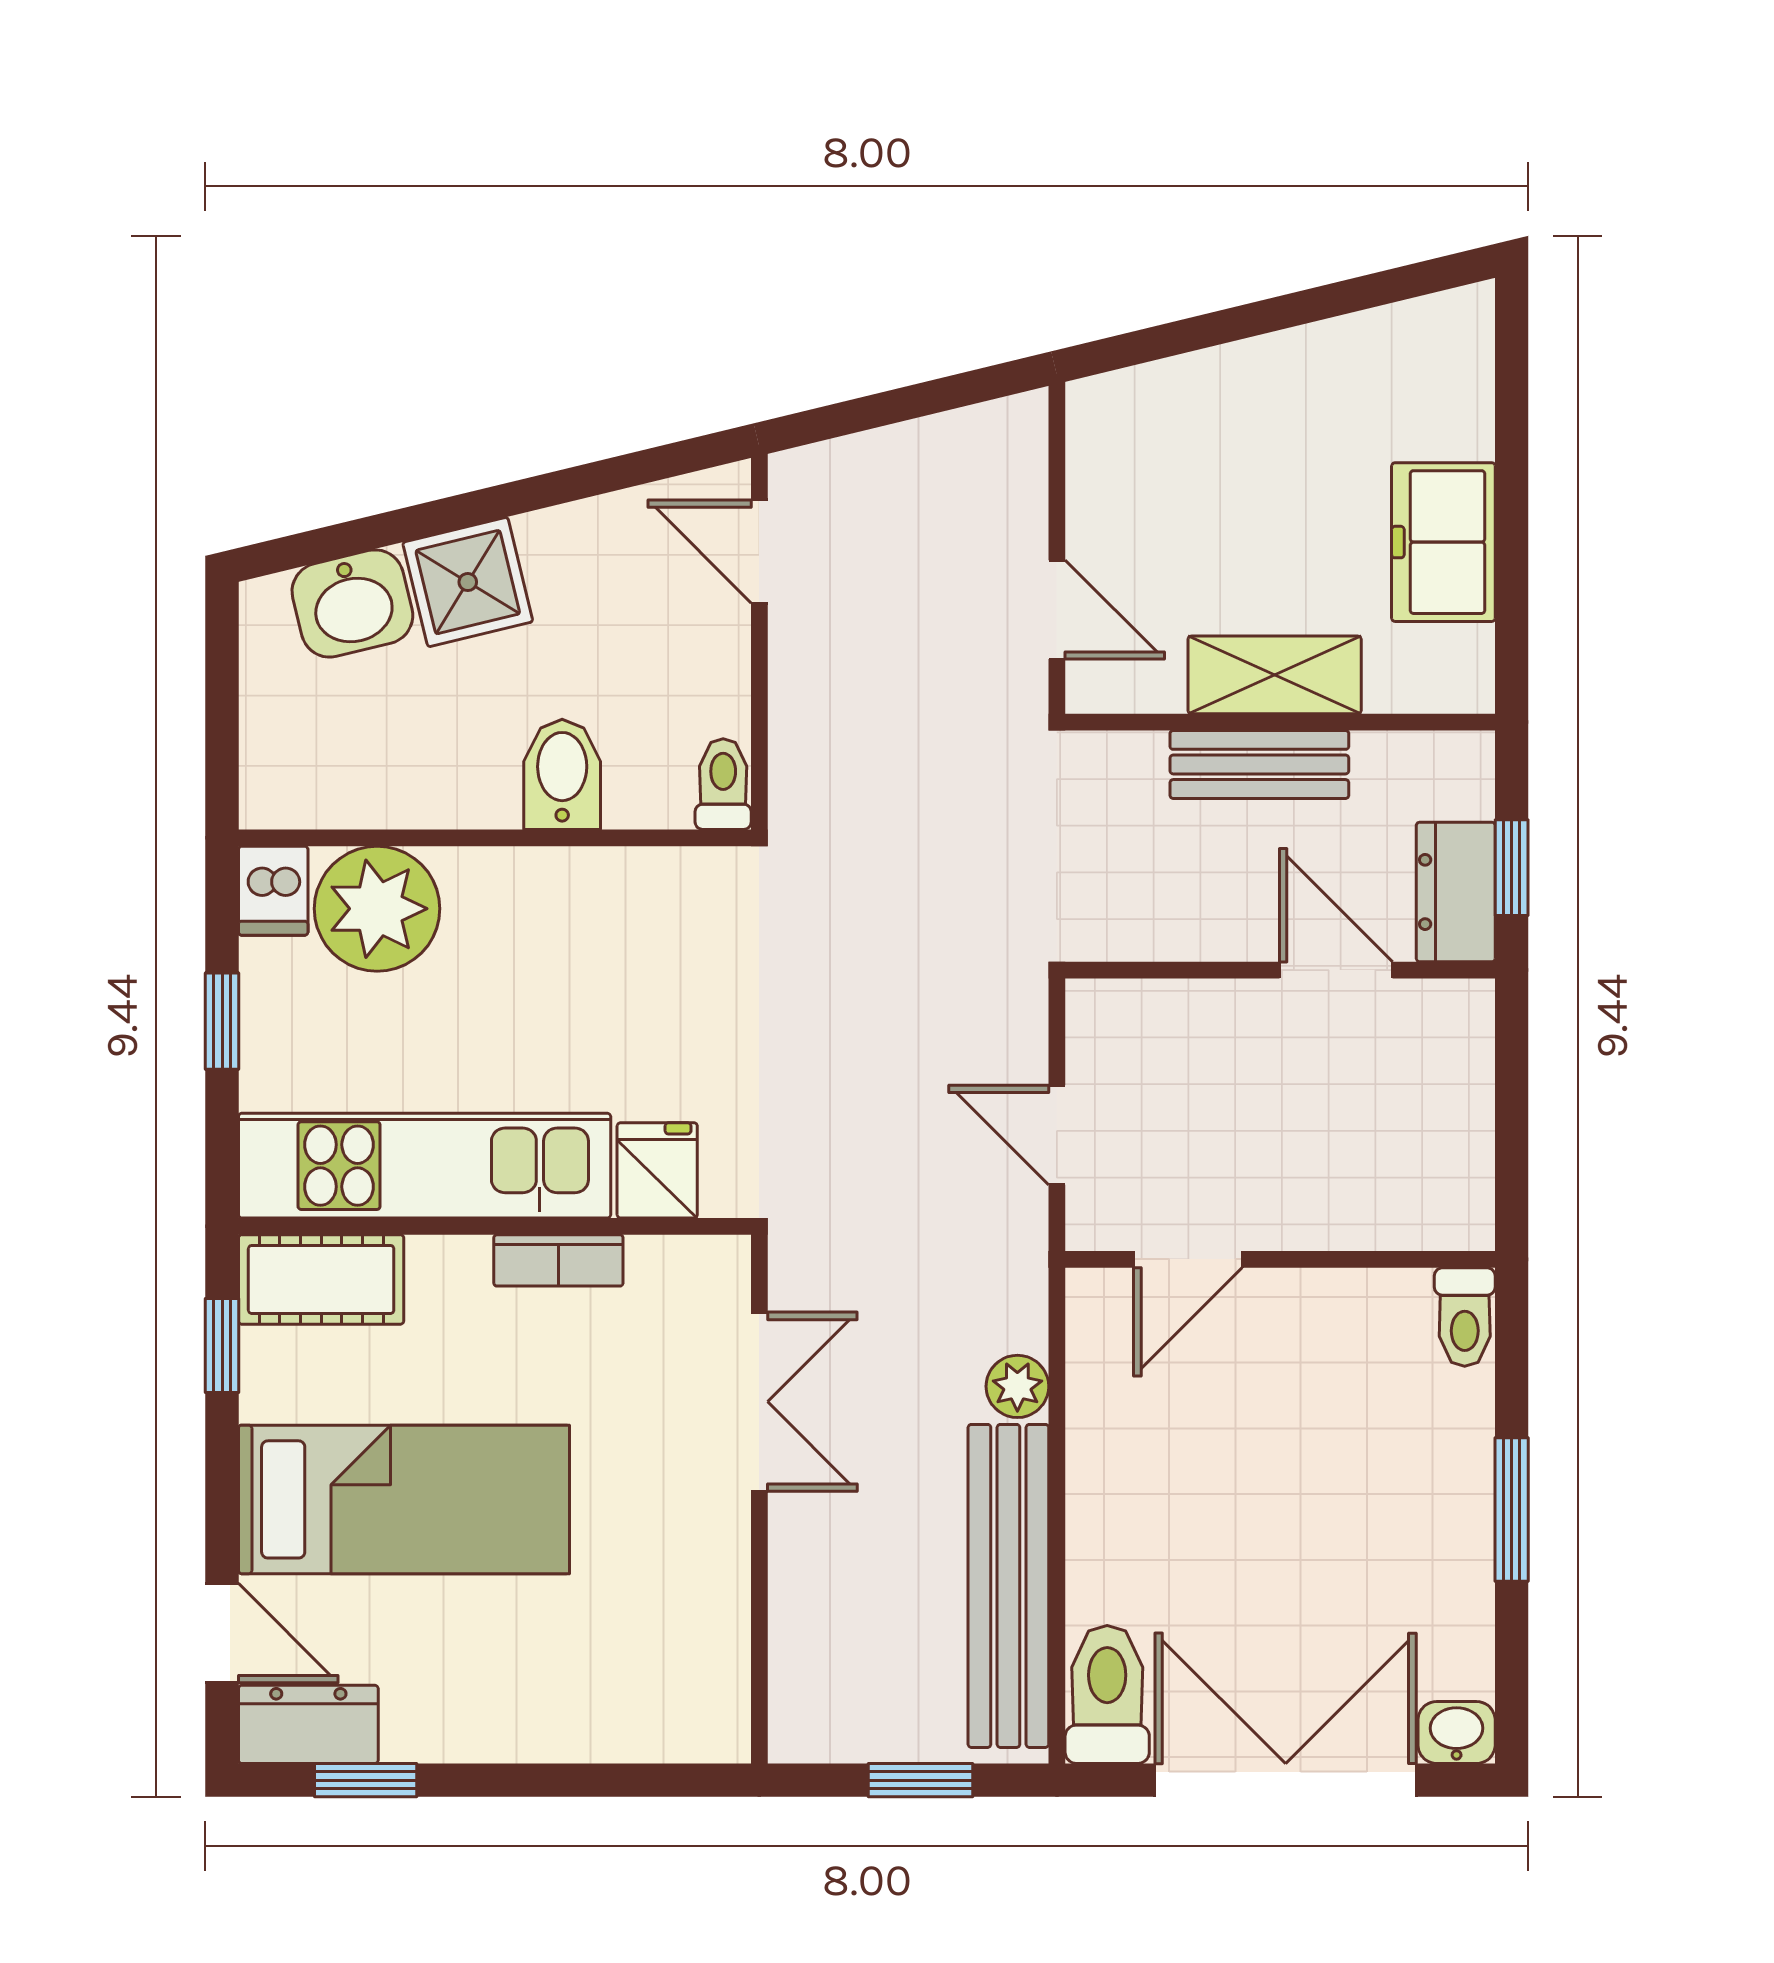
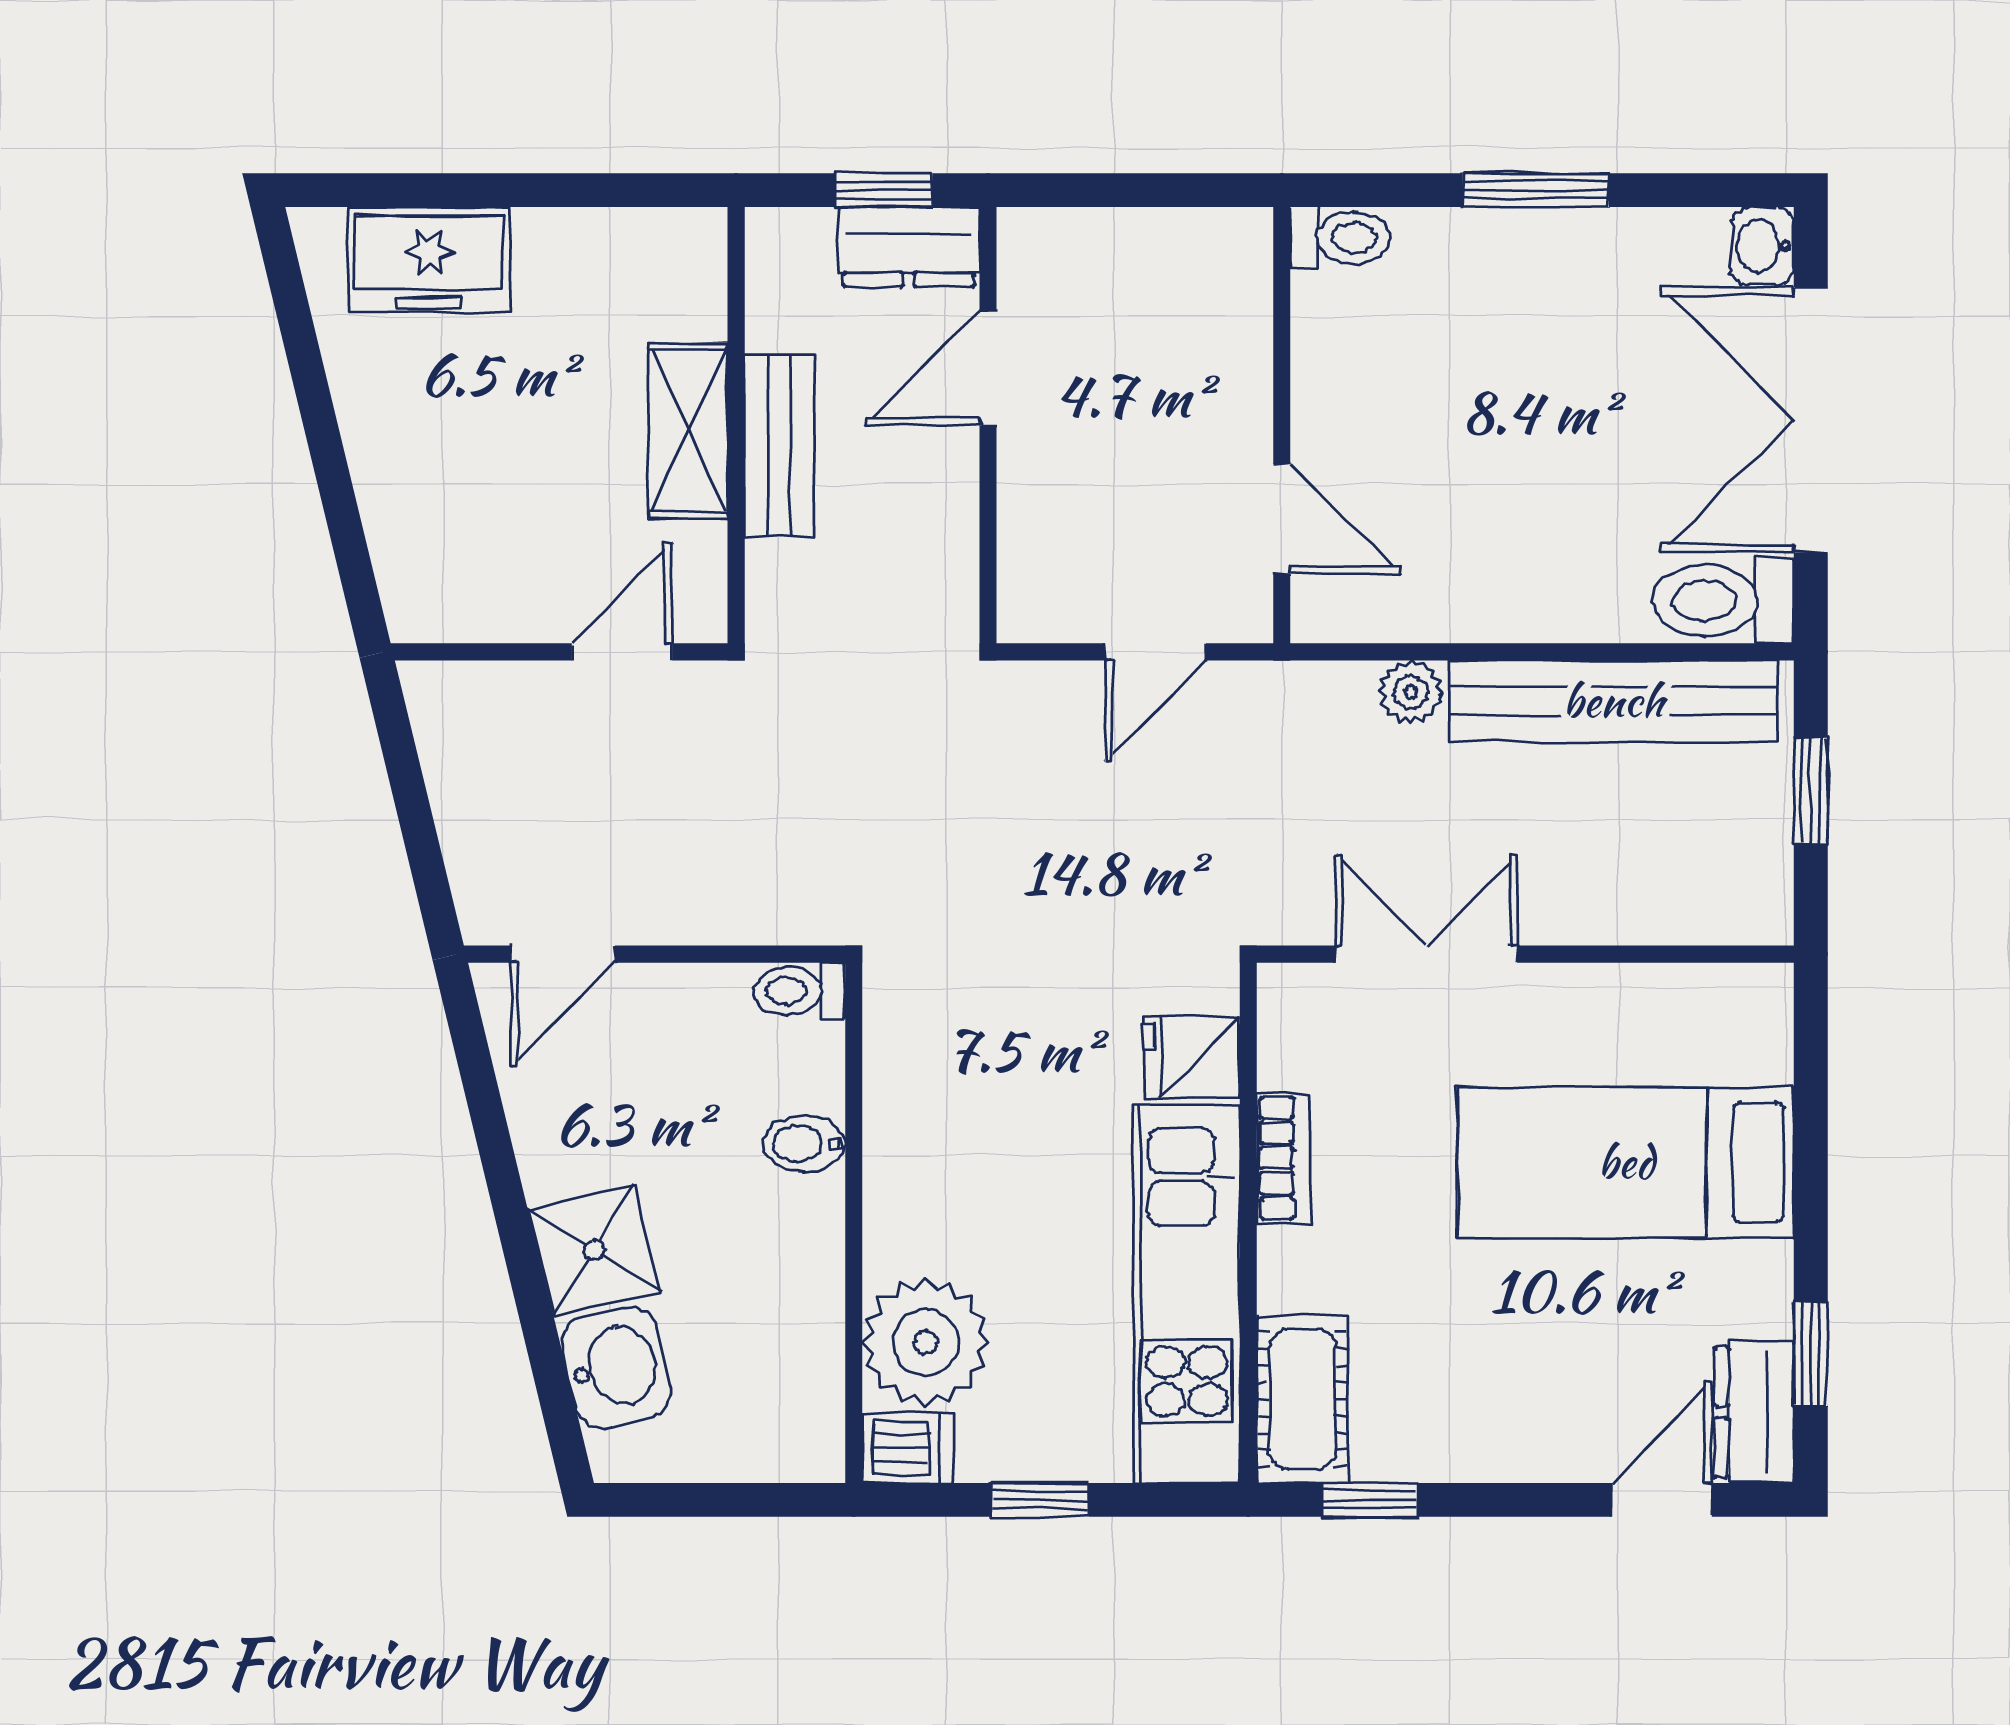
freezer: (1443, 542) -> (429, 259), moved
bidet: (562, 774) -> (804, 1144), width x0.72, depth x0.74
bed: (404, 1499) -> (1626, 1162), moved, turned -90

